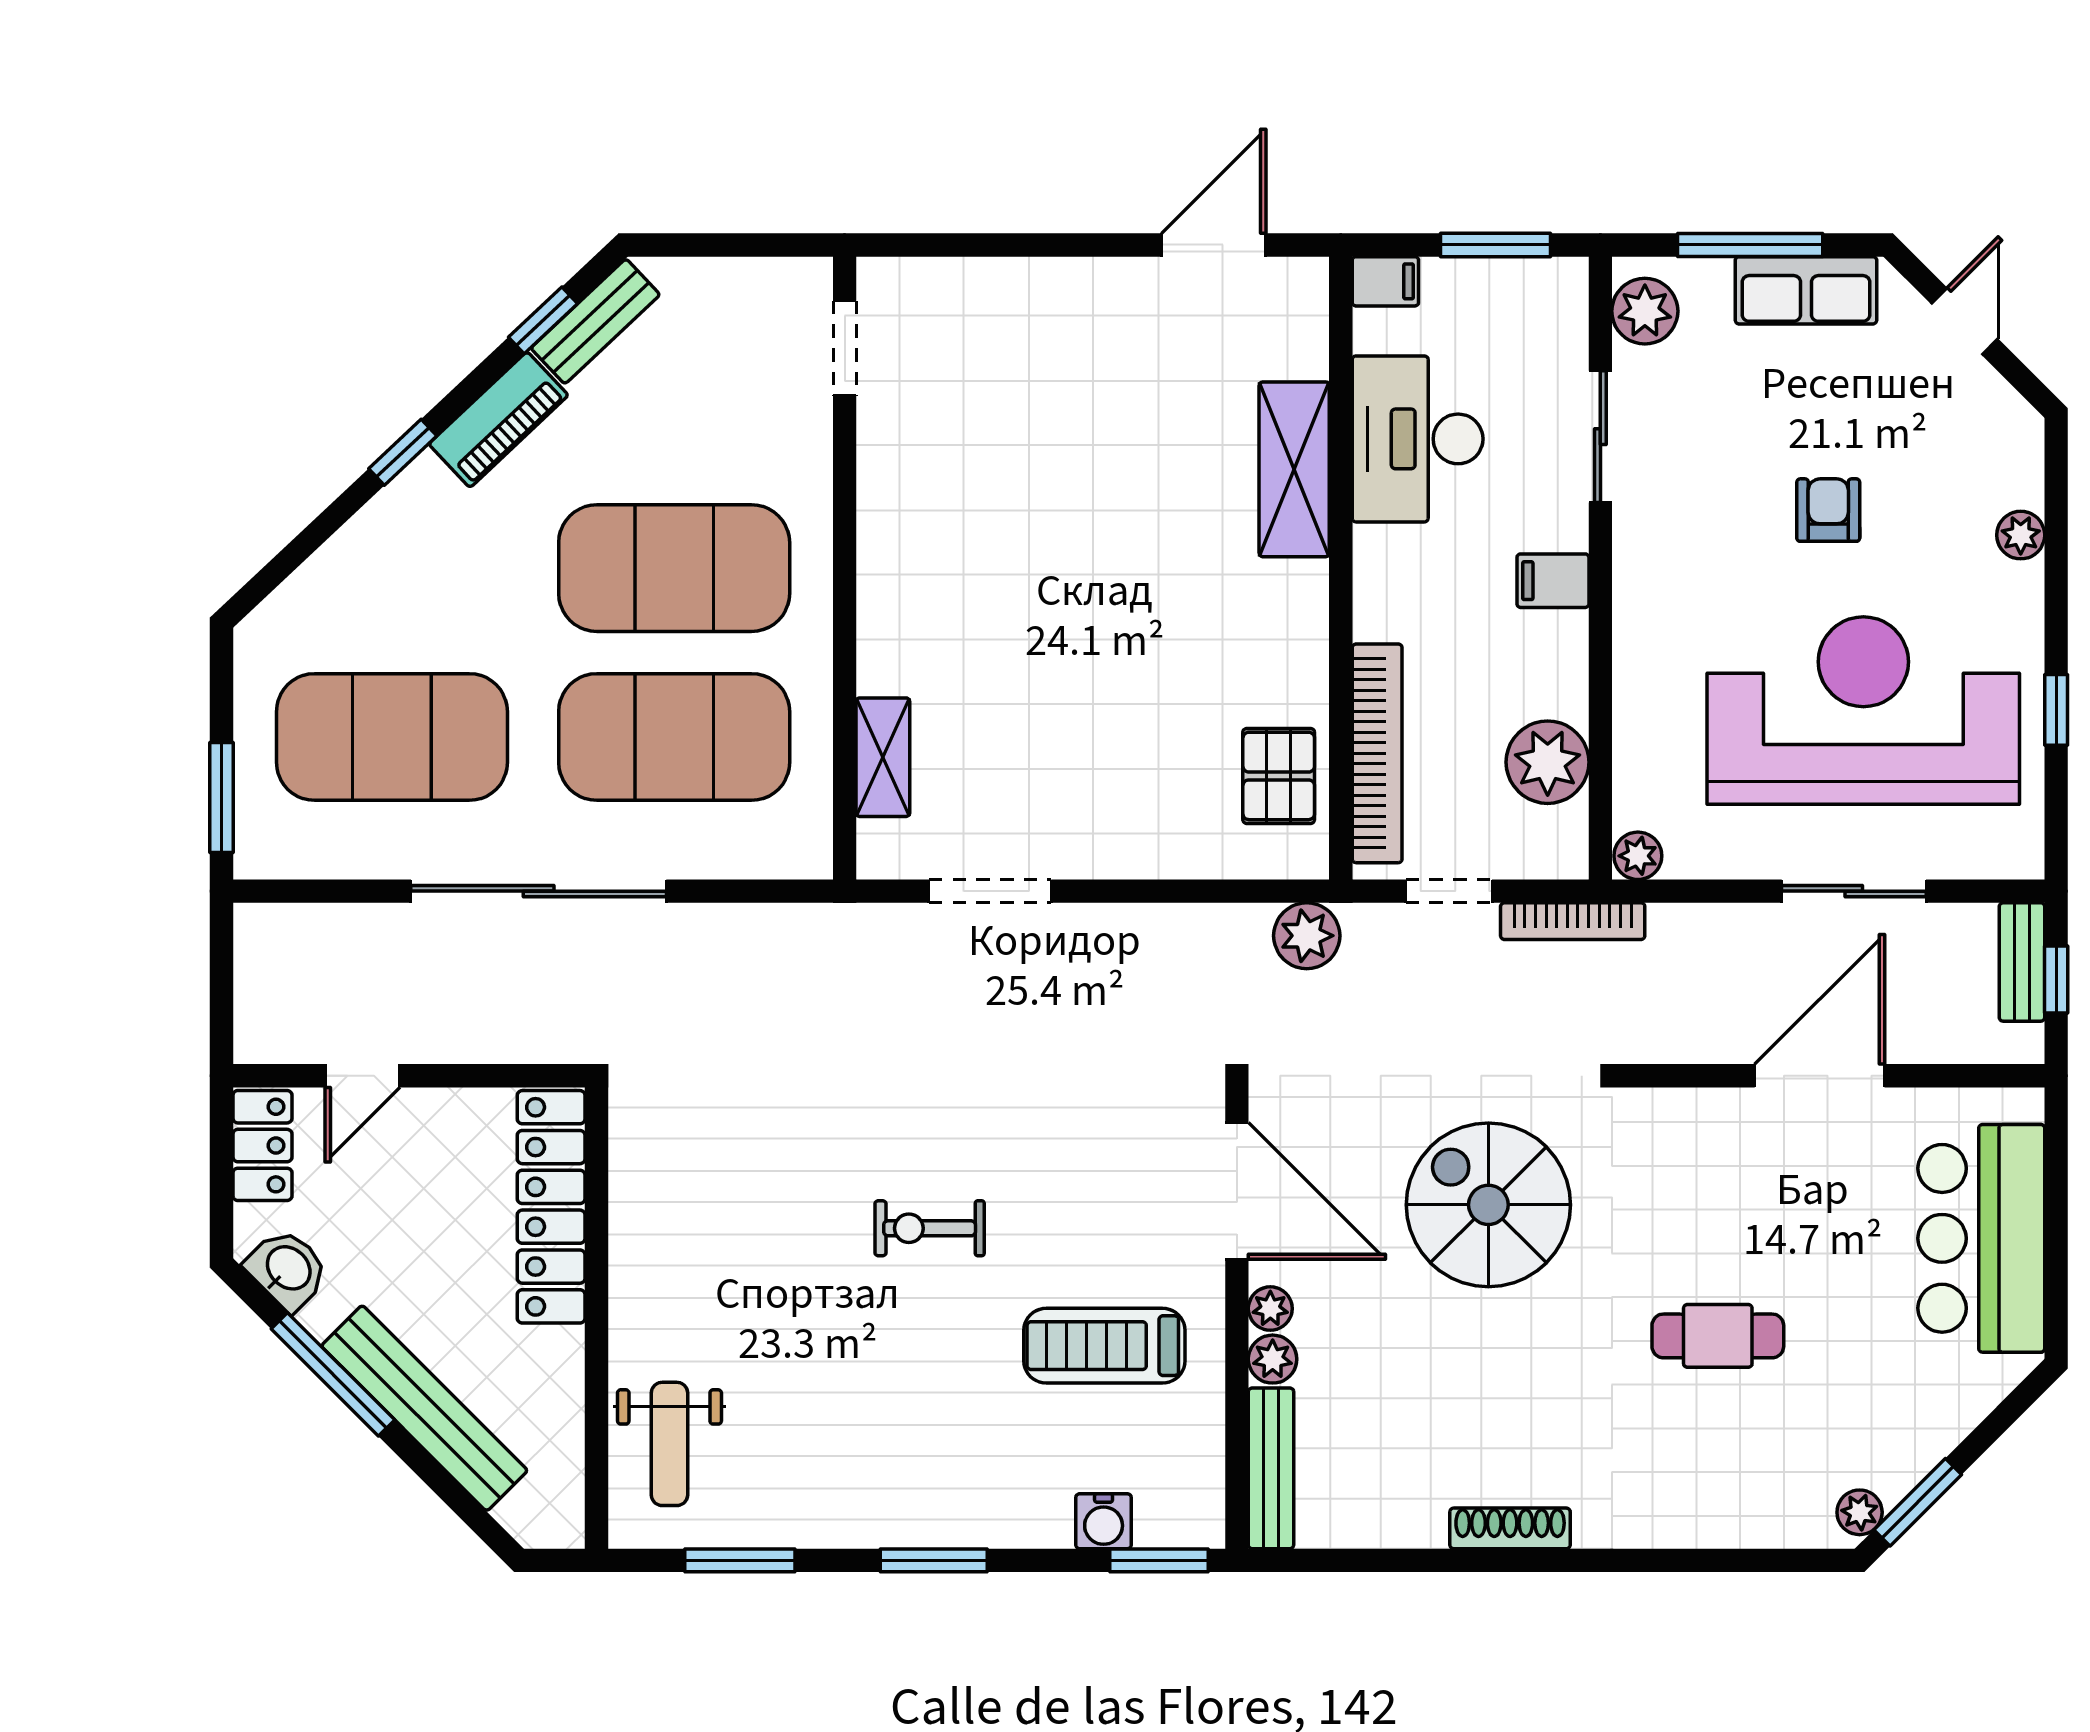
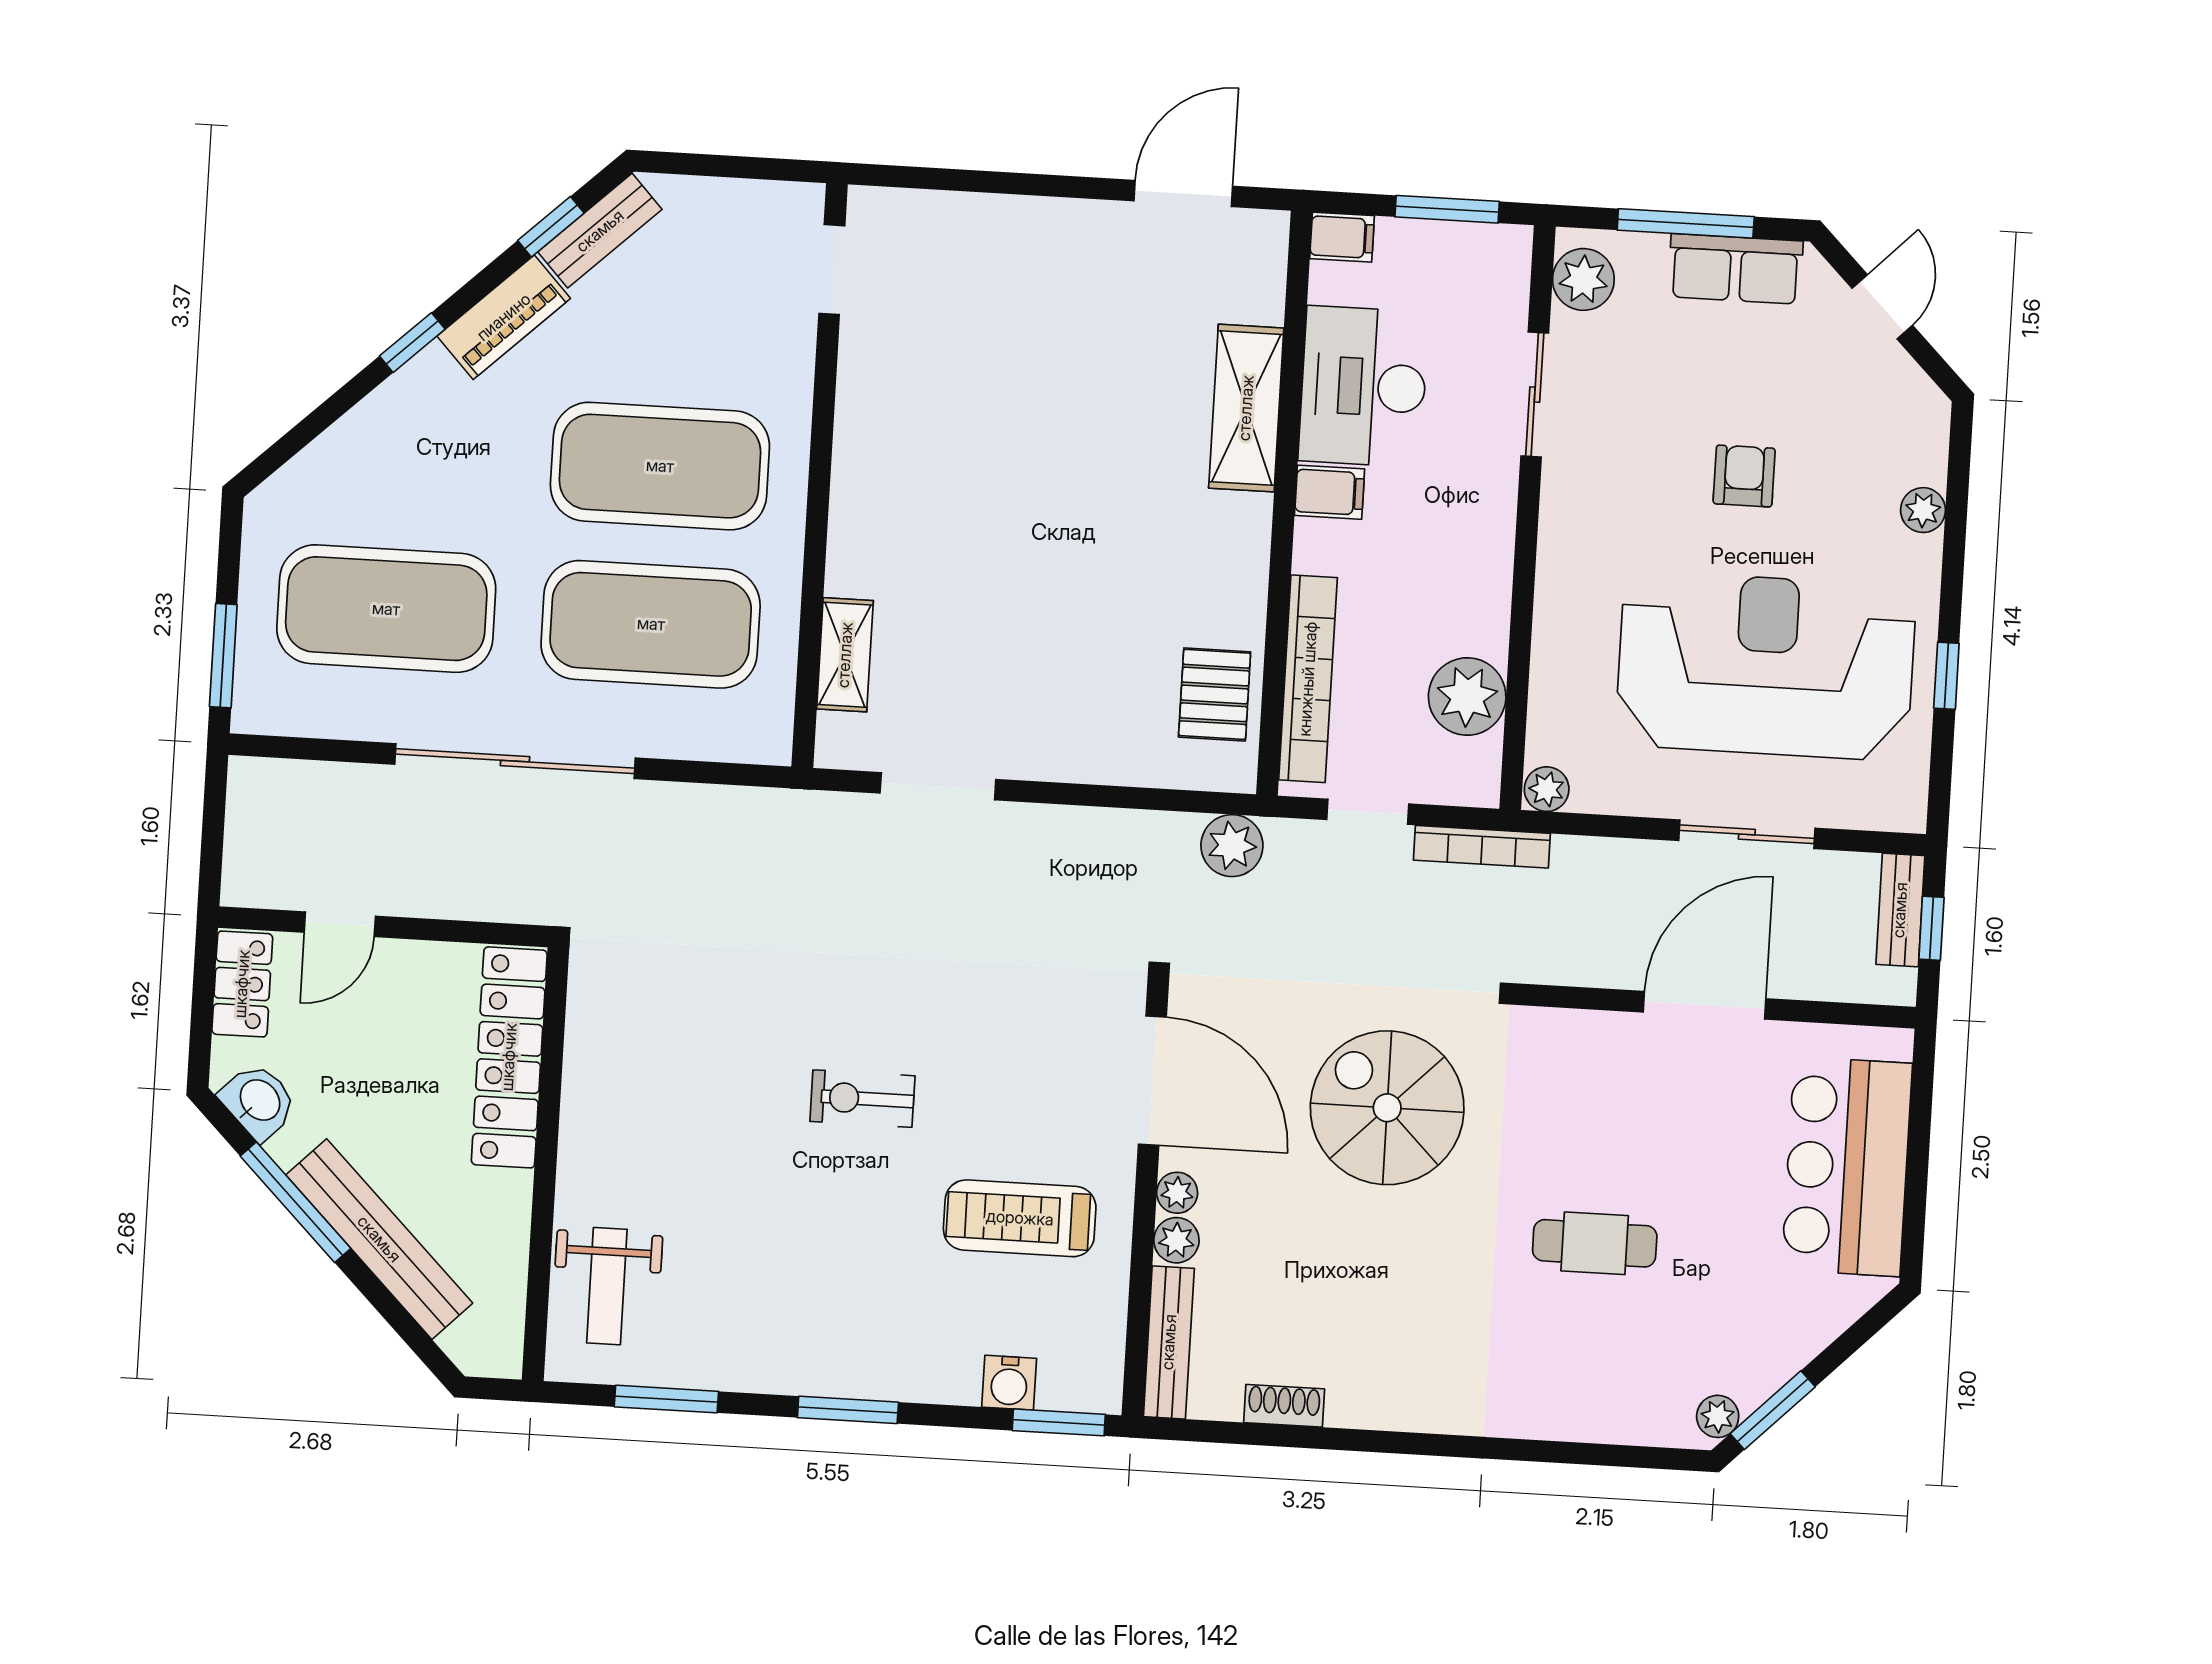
filing cabinet: (1553, 581) -> (1330, 492), moved, turned 180
shoe rack: (1510, 1528) -> (1284, 1406), moved, width x0.70

